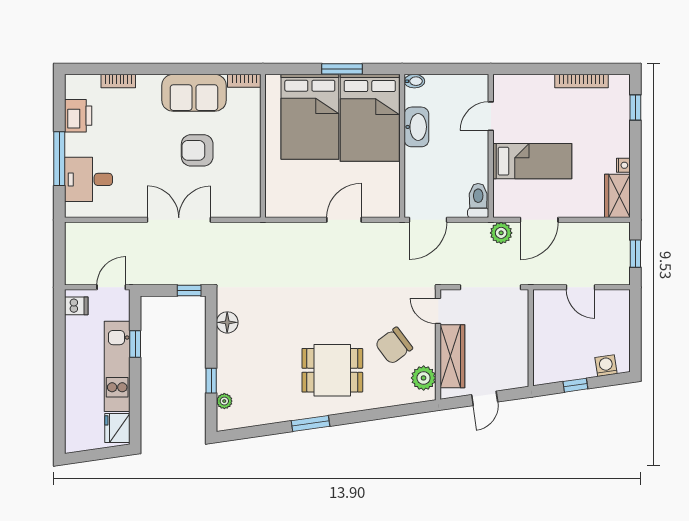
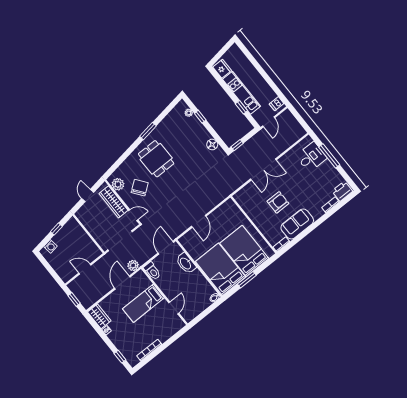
printer: (78, 116) -> (342, 191), moved, turned 90
washbasin: (416, 127) -> (186, 263), moved
dining table: (332, 370) -> (156, 159), turned 90

